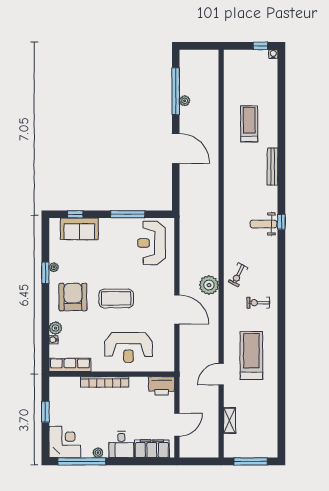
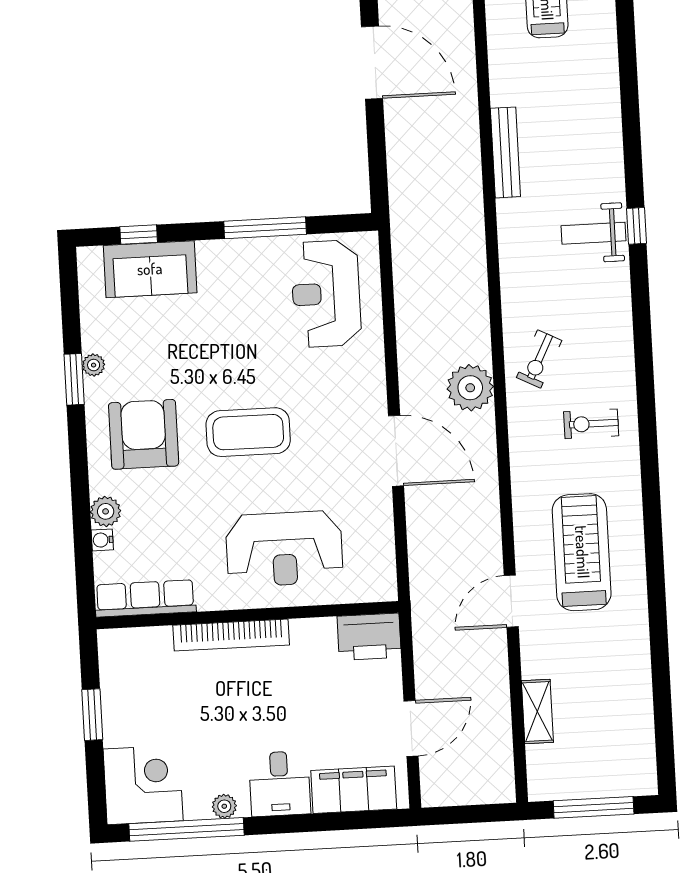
bench: (273, 167) -> (505, 152), moved

